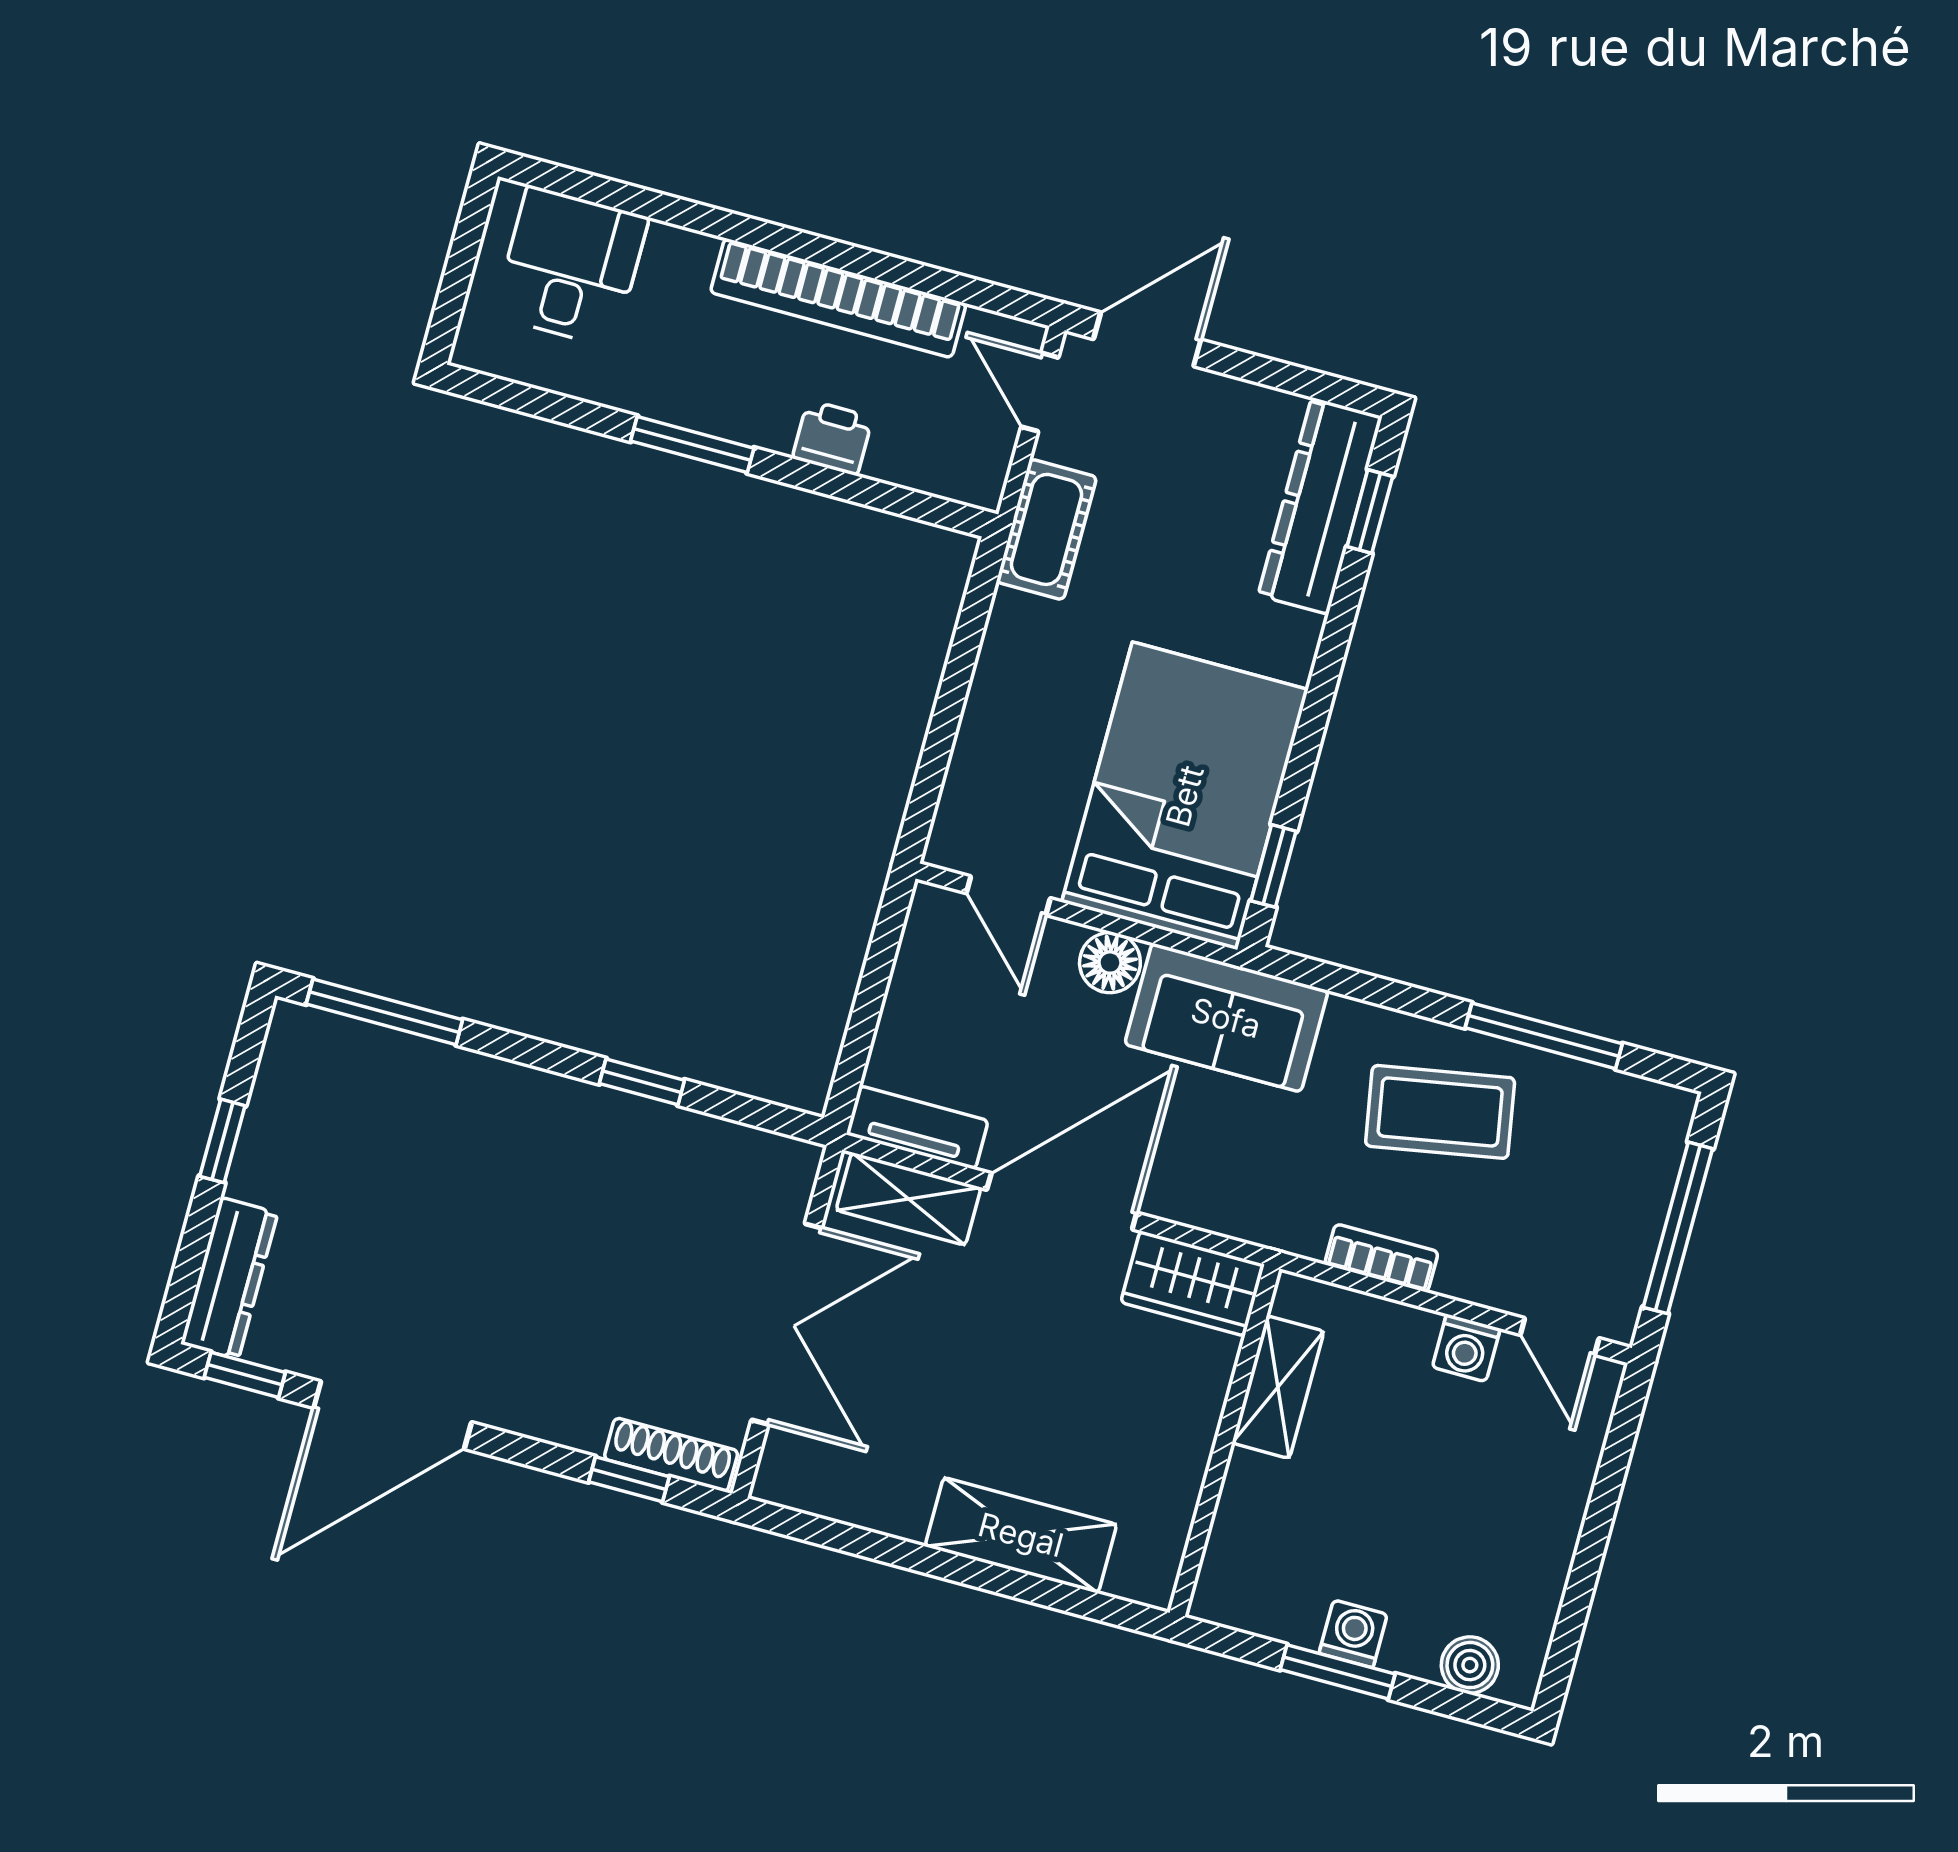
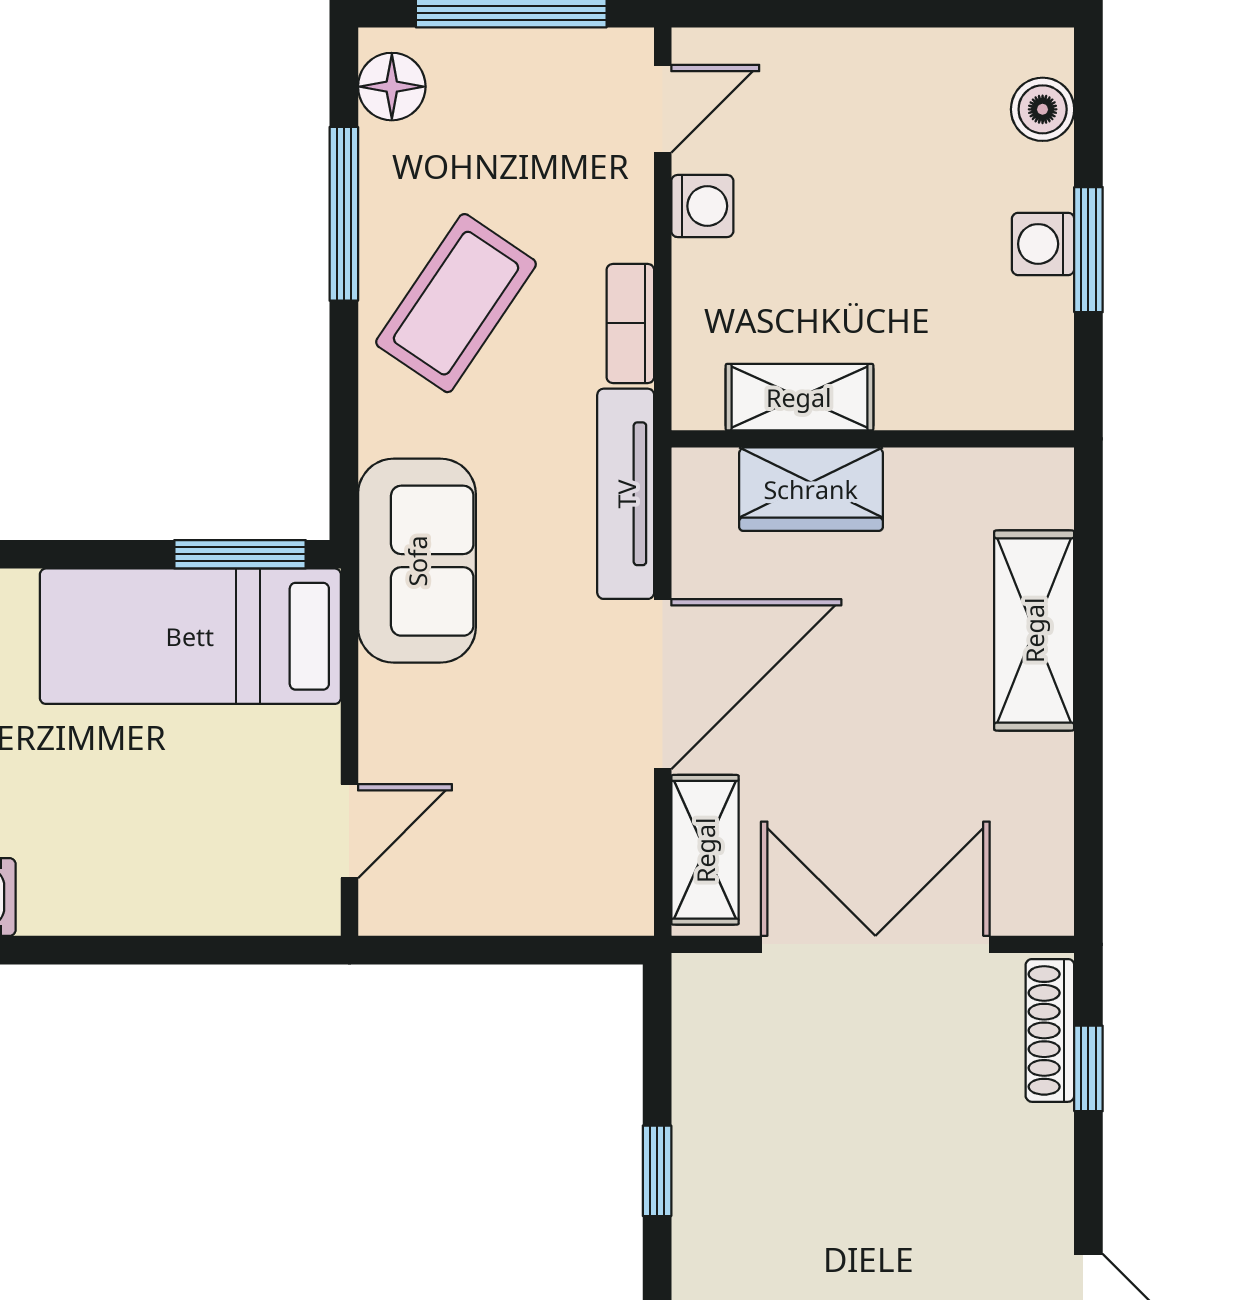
bed: (1185, 796) -> (190, 636), width x0.67
window: (1274, 866) -> (240, 554), width x1.50
floor lamp: (1110, 963) -> (392, 87), moved
coffee table: (1440, 1112) -> (456, 303), turned 44
tv unit: (917, 1128) -> (626, 494), moved, width x1.41
door: (1062, 1201) -> (663, 684), swing flipped
wardrobe: (1193, 1283) -> (811, 489), moved, turned 90

